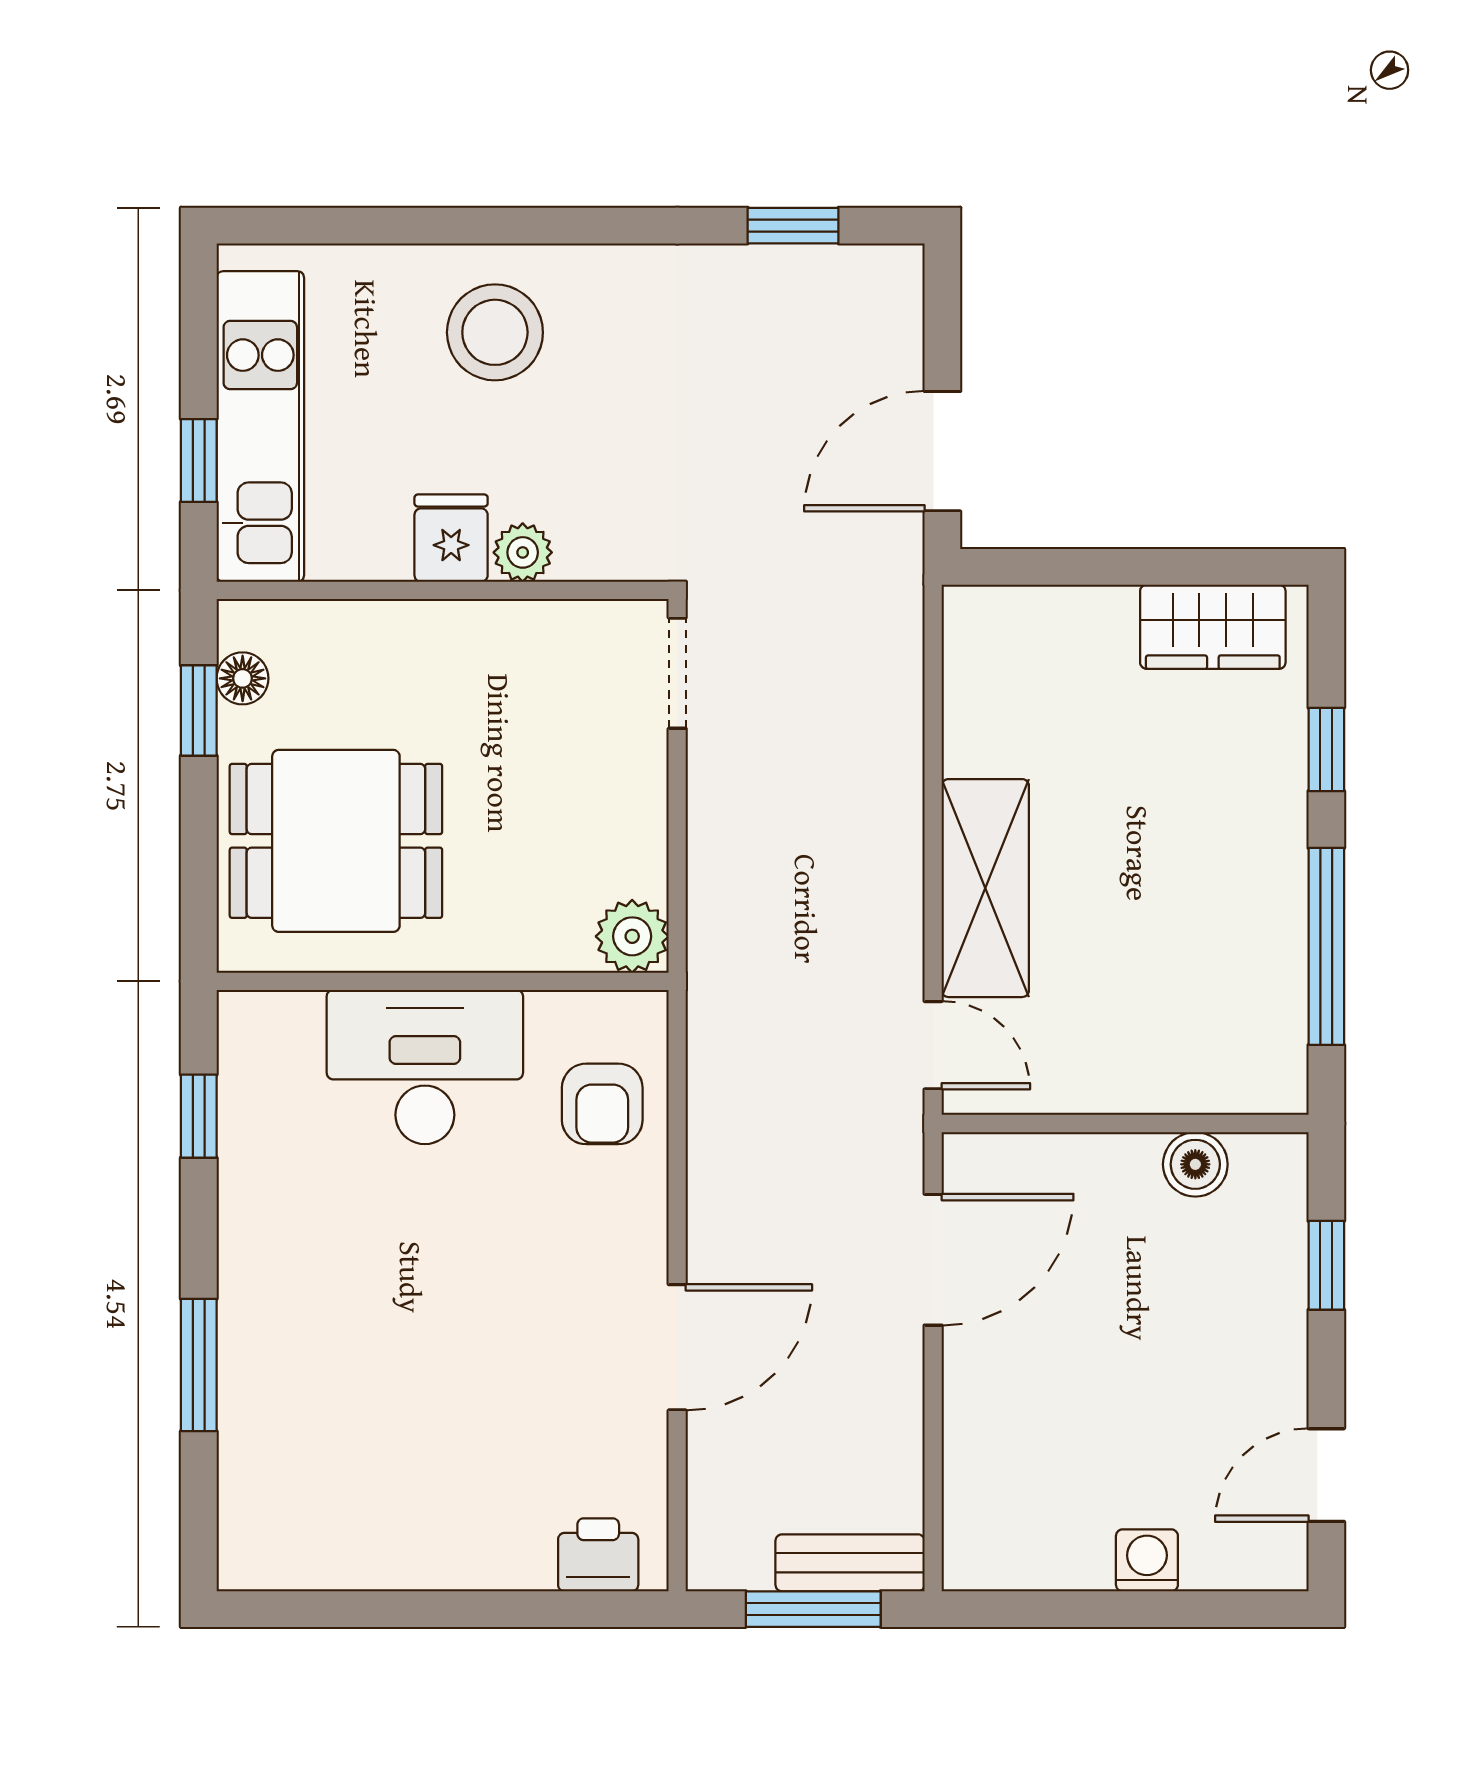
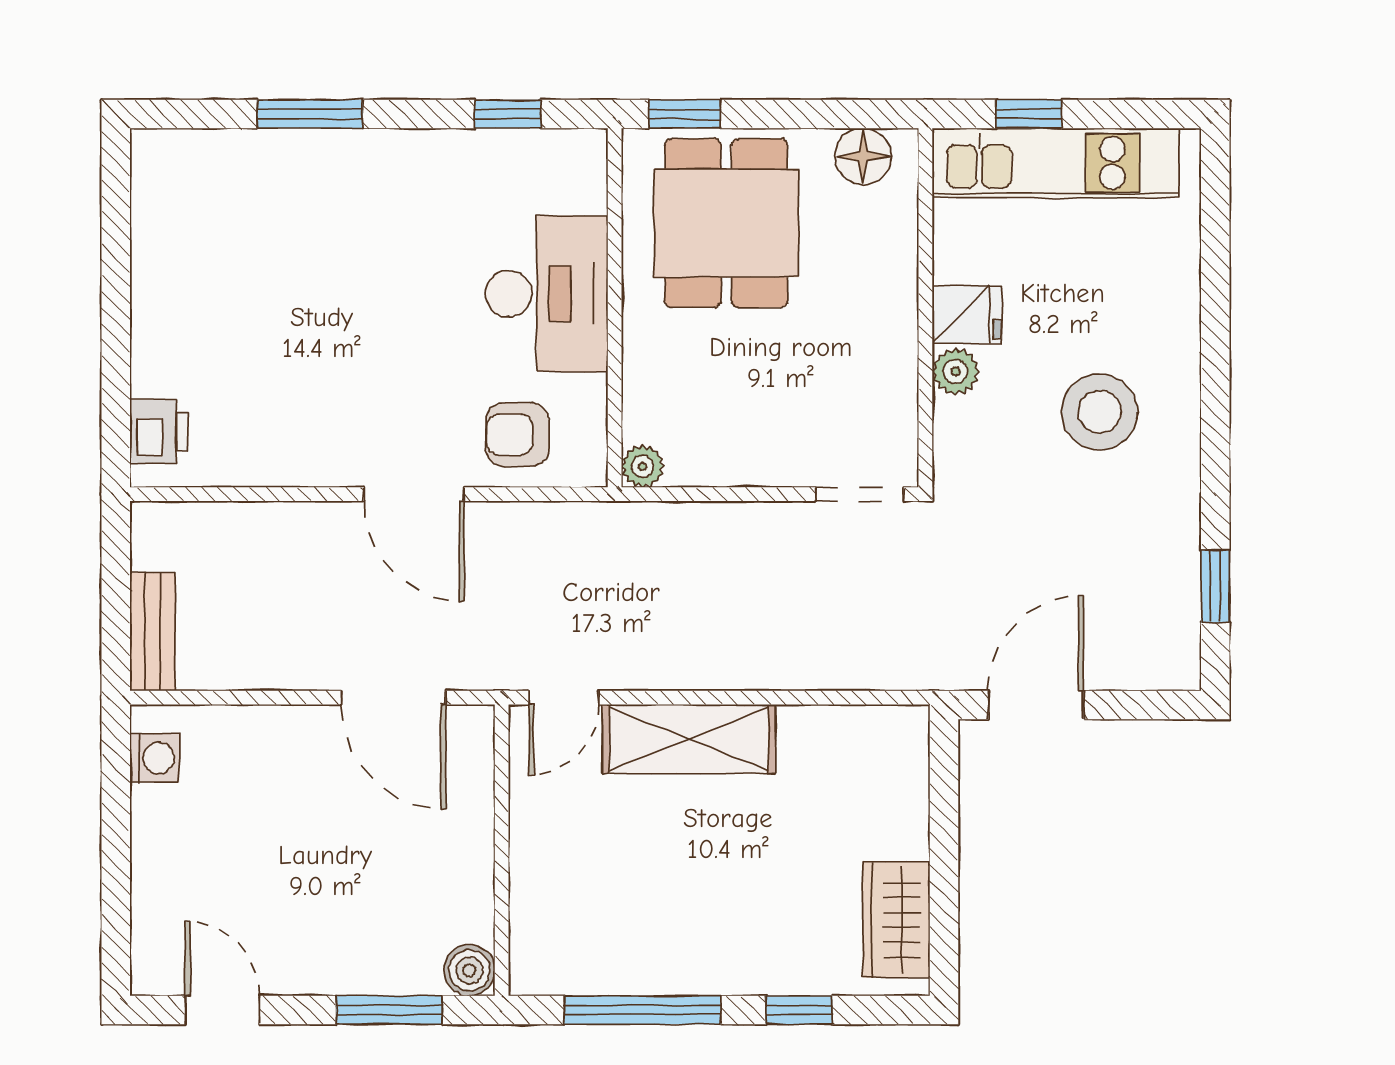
stool: (495, 332) -> (1100, 412), moved
door: (942, 451) -> (1036, 705), hinge flipped
floor lamp: (243, 678) -> (863, 156), width x1.37, depth x1.37
window: (199, 711) -> (685, 114), moved
plant: (632, 936) -> (643, 466), width x0.73, depth x0.73
boiler: (1195, 1164) -> (469, 970), moved
window: (1326, 1265) -> (389, 1010), width x1.50
door: (677, 1347) -> (414, 494), moved
washing machine: (1147, 1560) -> (155, 758), moved
window: (813, 1609) -> (116, 602), removed

